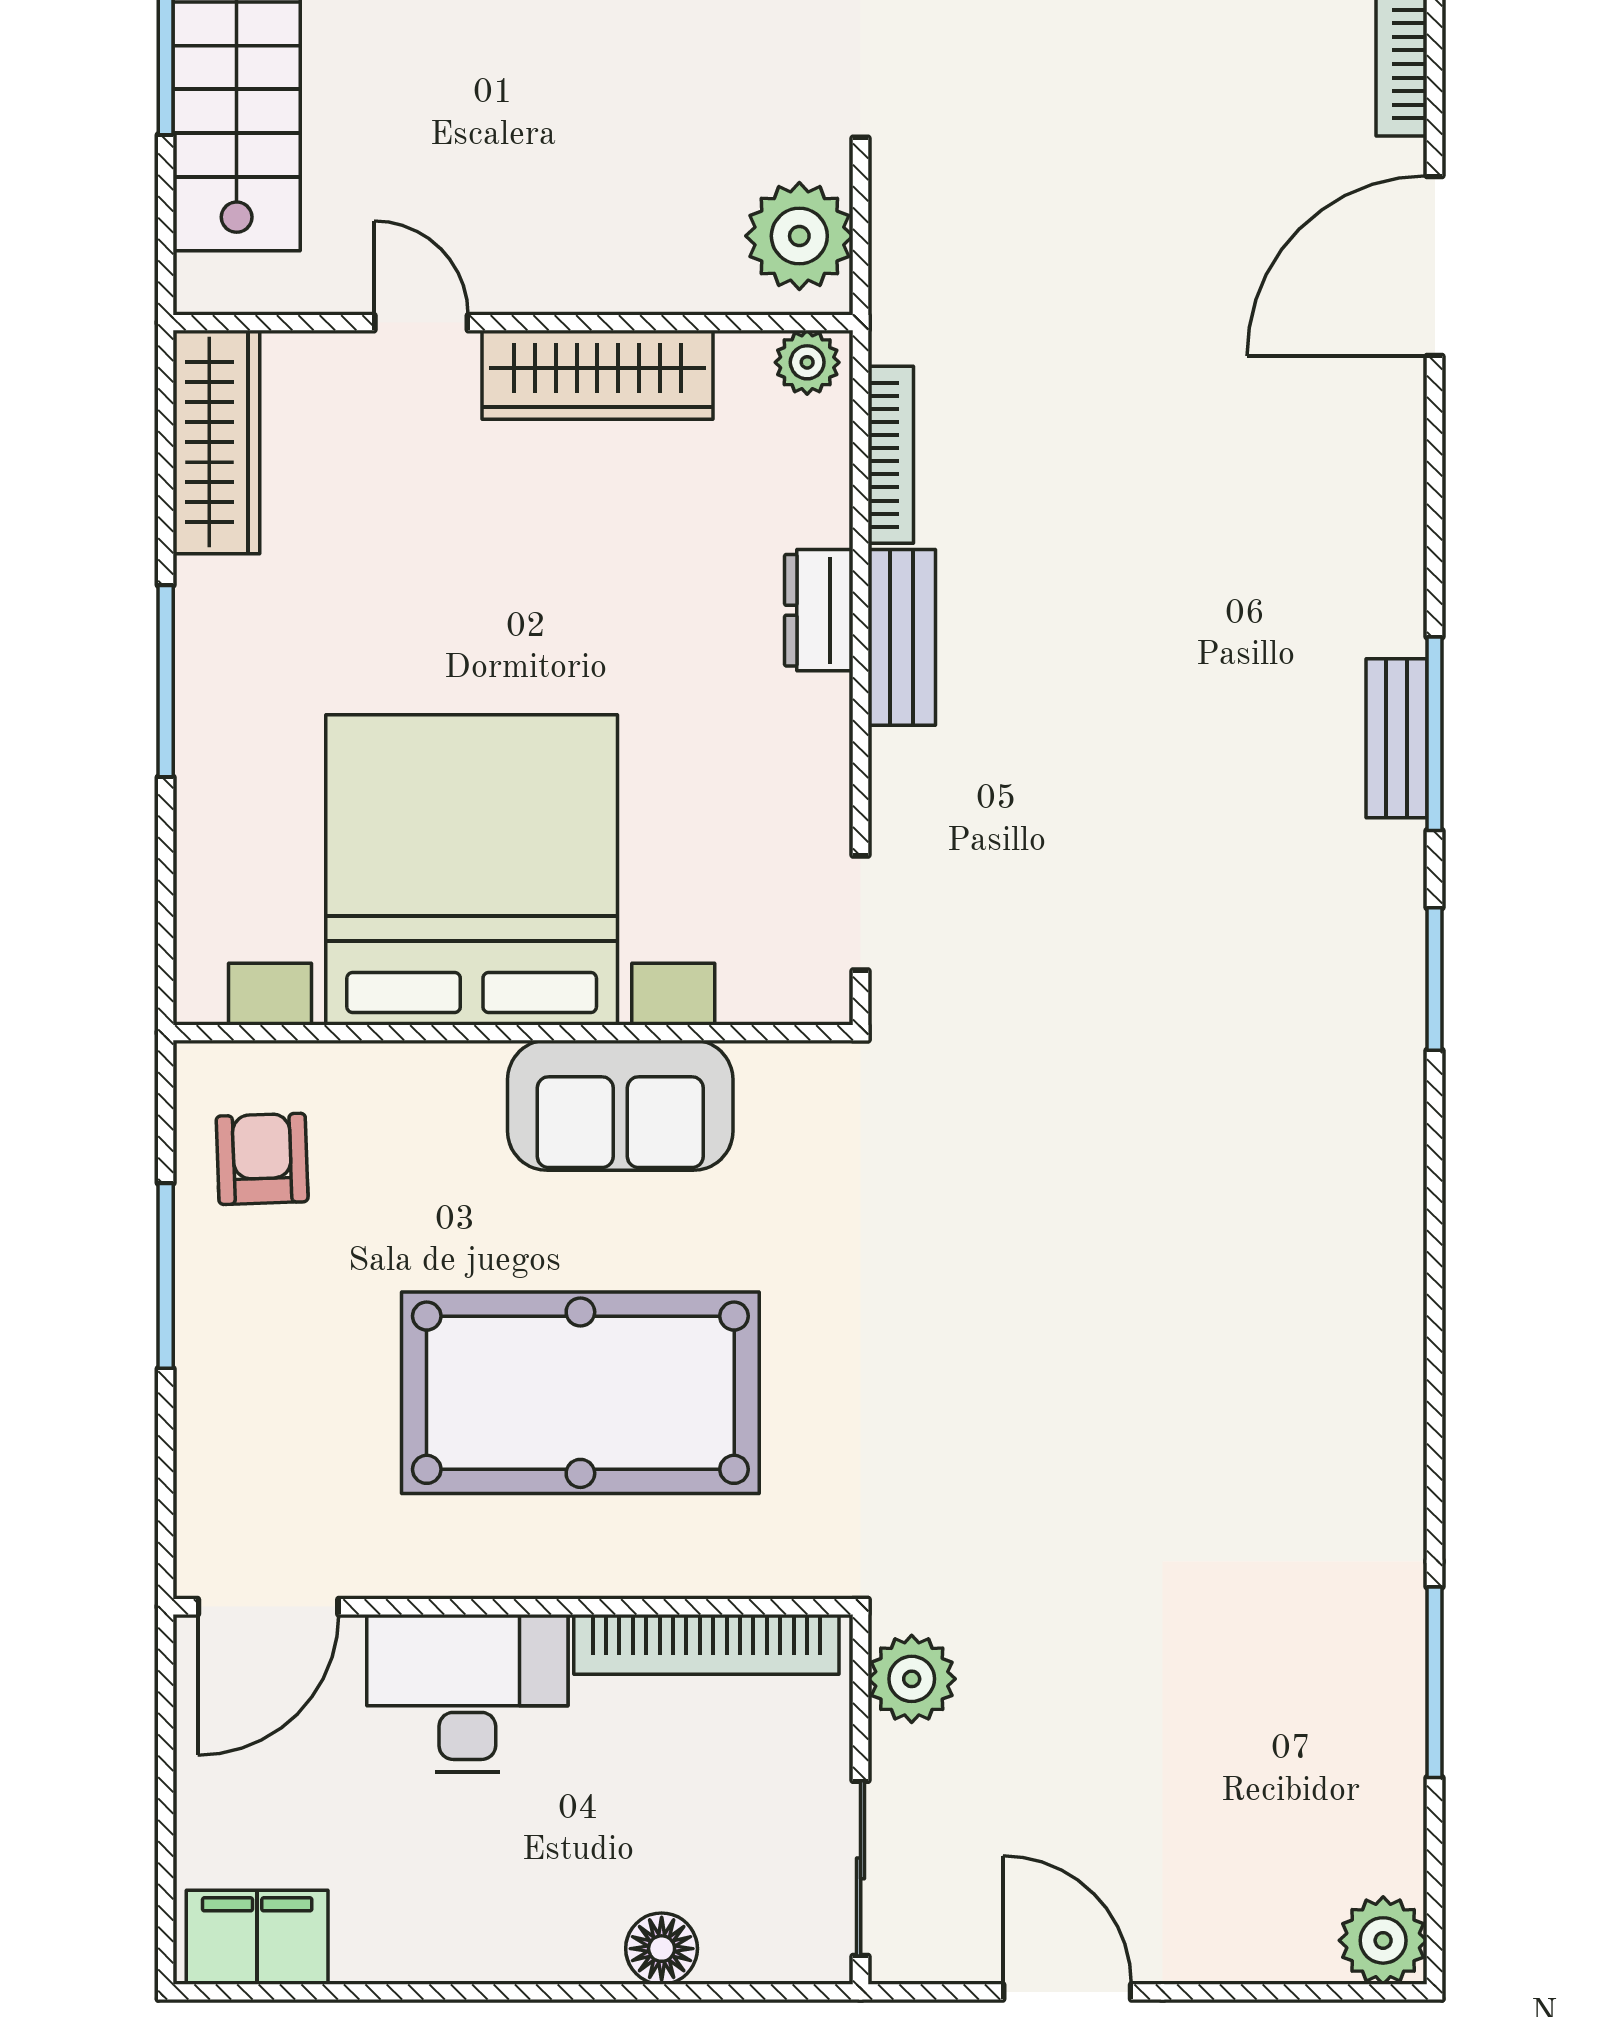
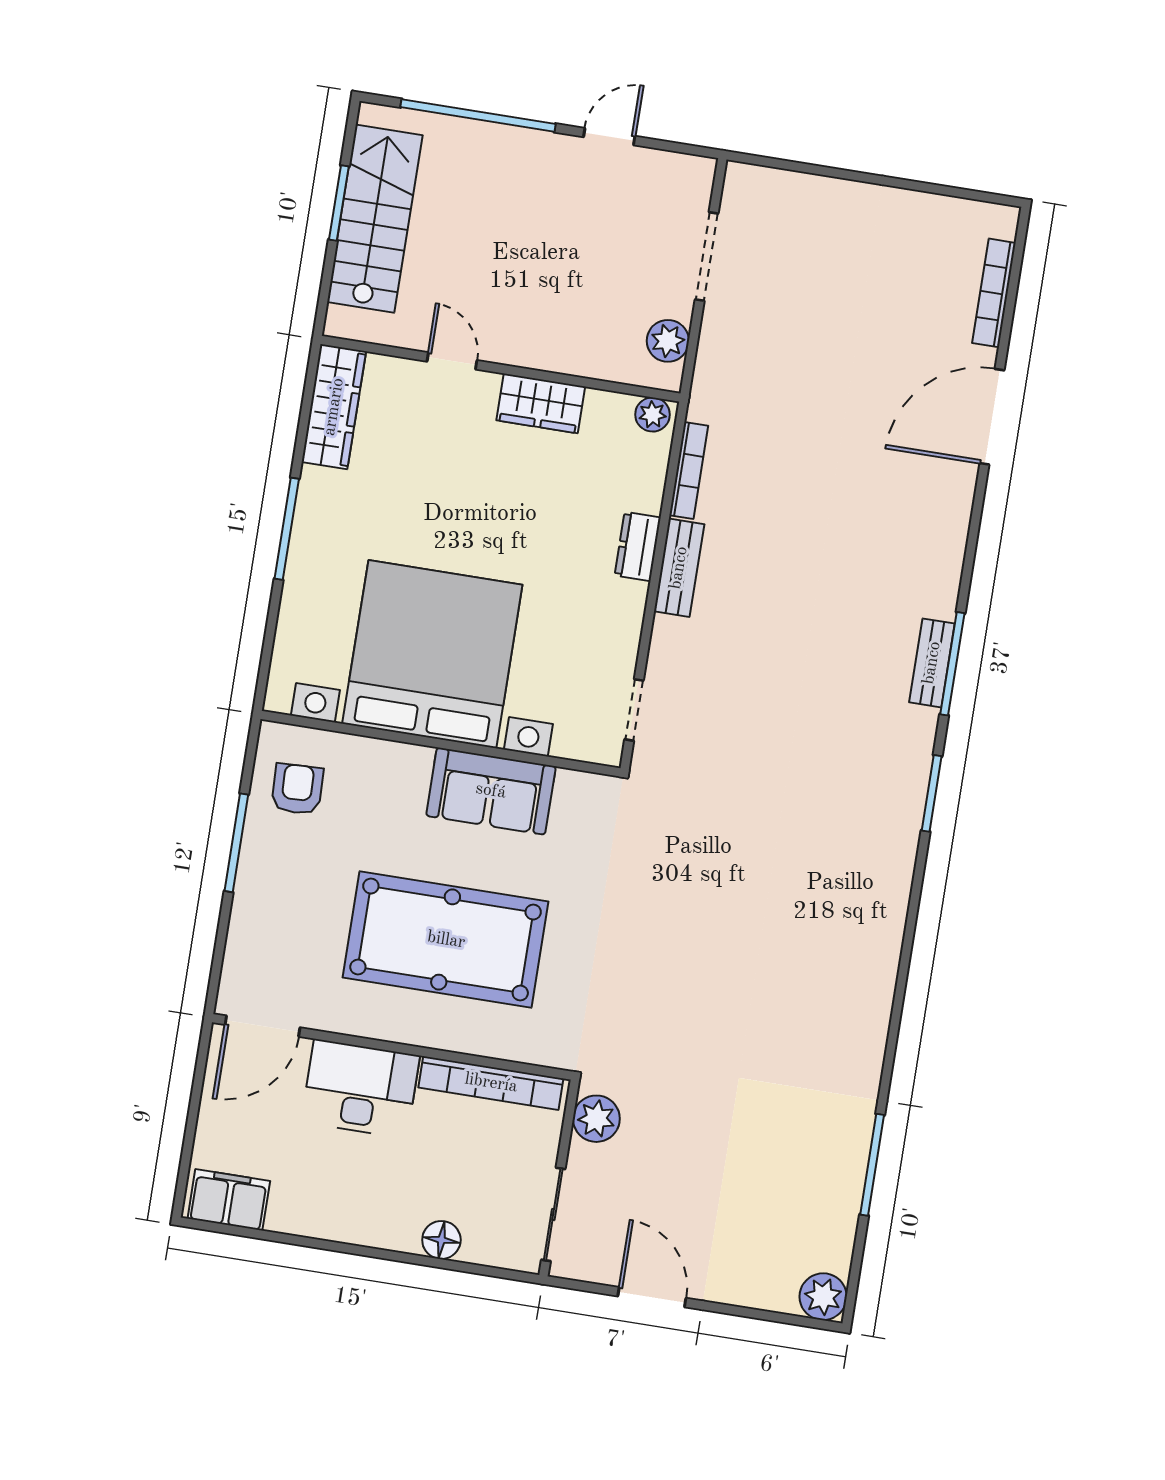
plant: (799, 236) -> (668, 341), width x0.73, depth x0.73
wardrobe: (597, 375) -> (541, 403), width x0.67

